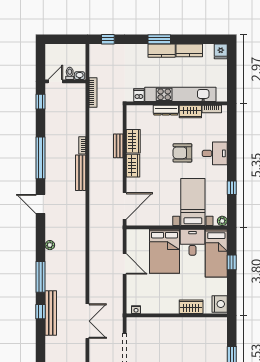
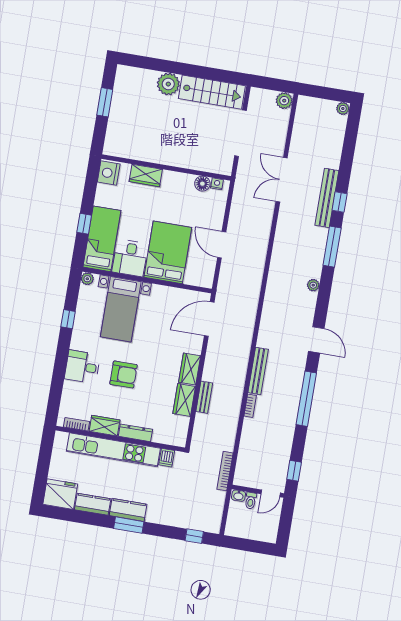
fridge: (221, 51) -> (60, 494), width x1.88, depth x1.34
floor lamp: (147, 308) -> (202, 184), added

